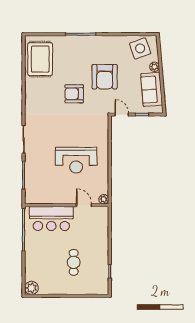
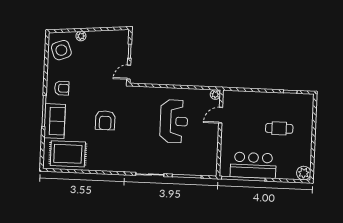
armchair: (105, 77) -> (62, 88), moved, width x0.53, depth x0.53
sofa: (152, 89) -> (55, 121), moved, turned -85
bar counter: (51, 218) -> (253, 165), moved, turned -90

